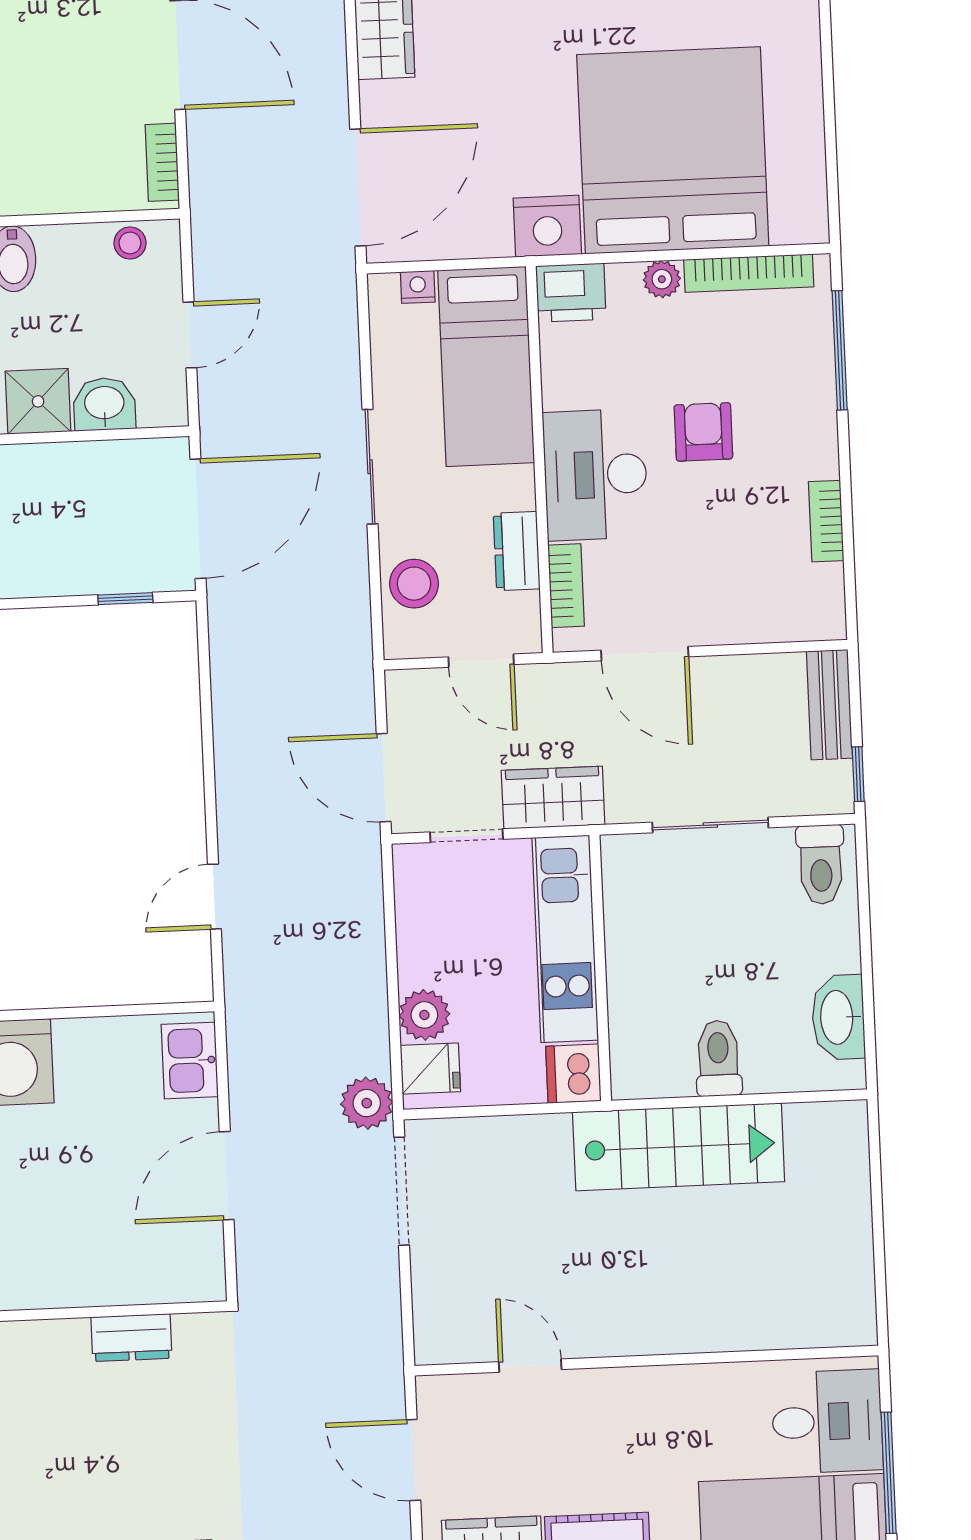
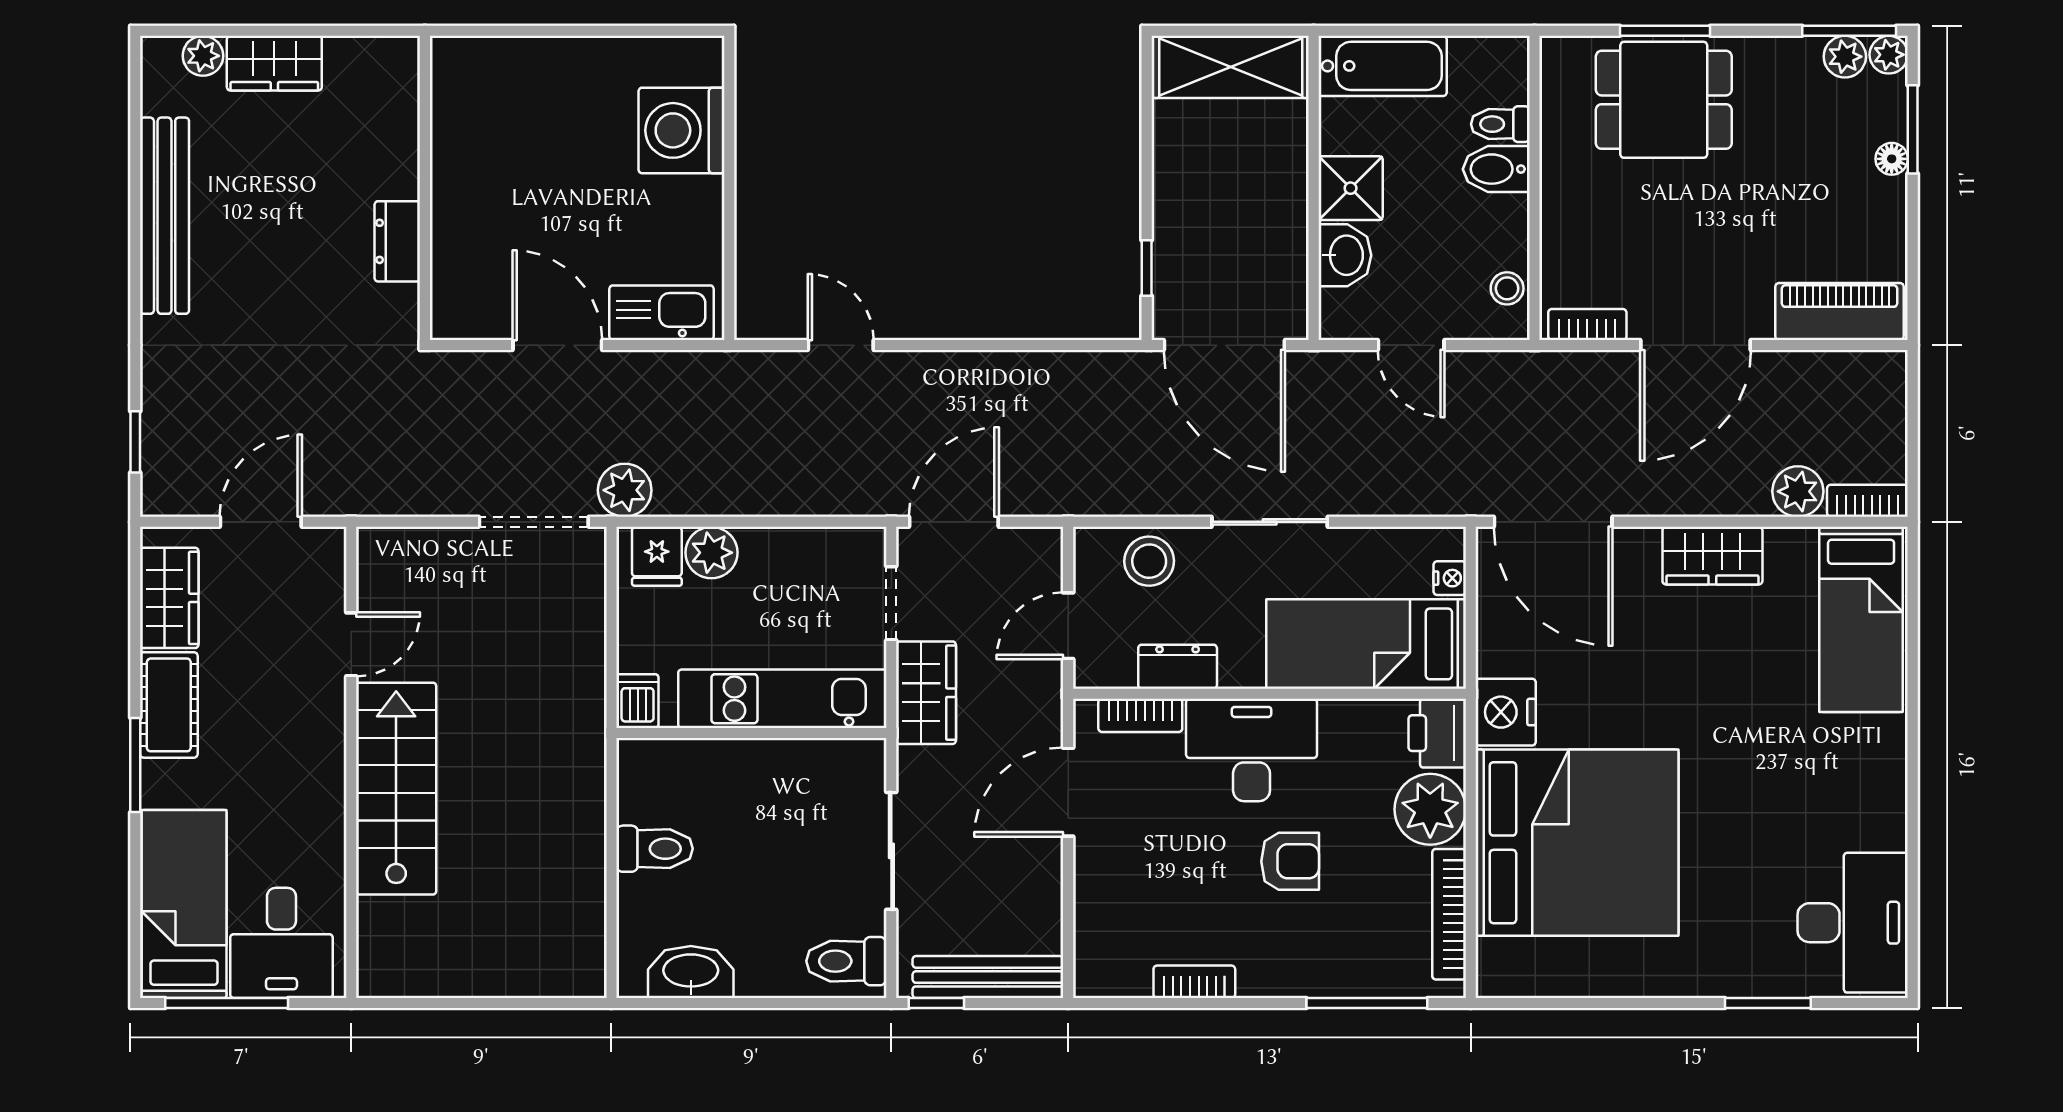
plant: (662, 279) -> (1430, 809), width x1.88, depth x1.88
bench: (830, 705) -> (988, 977), width x1.36
kitchen sink: (190, 1060) -> (662, 313), width x1.38
dishwasher: (573, 1074) -> (638, 701), width x0.73
stairs: (679, 1147) -> (396, 789), moved, turned 180

